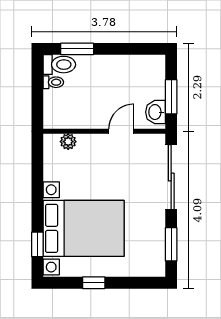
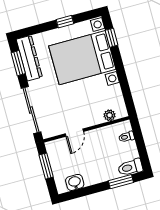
toilet: (53, 82) -> (127, 137), moved
washbasin: (156, 112) -> (75, 182), moved, turned -90
dresser: (155, 247) -> (29, 58), added

